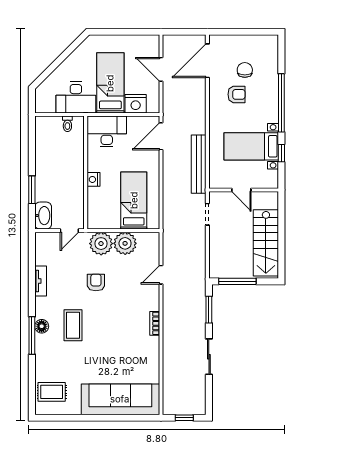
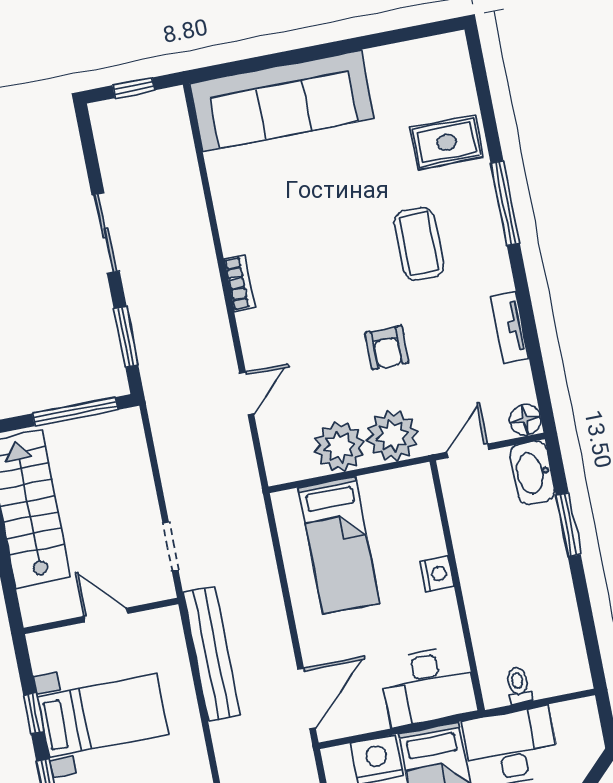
floor lamp: (42, 326) -> (525, 420), moved
rug: (52, 392) -> (447, 142), moved

